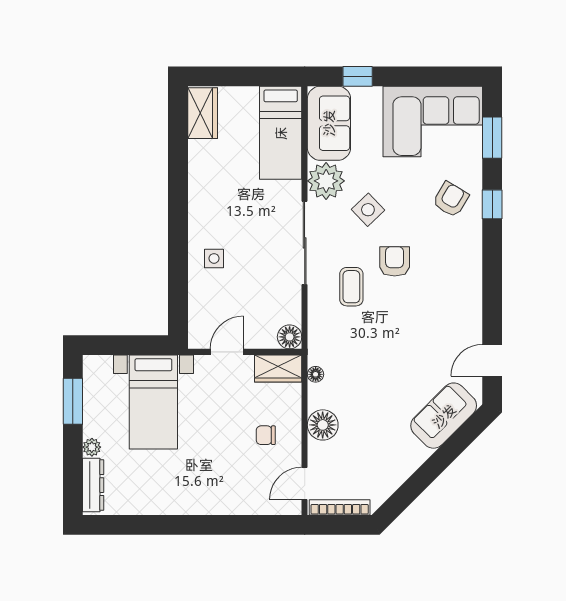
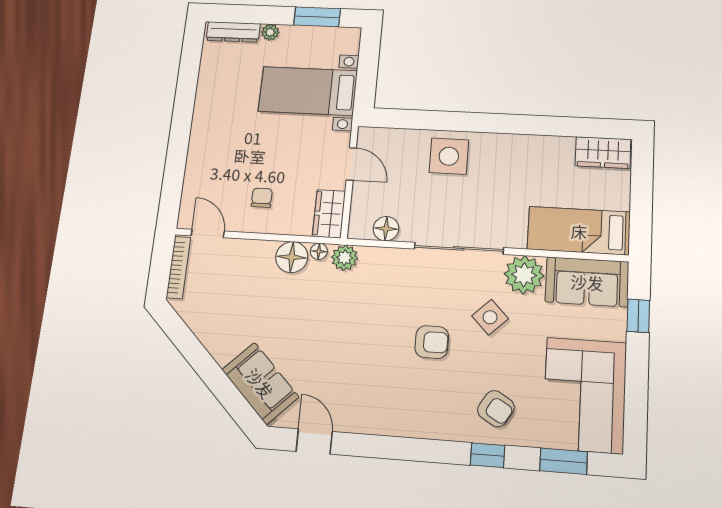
side table: (214, 258) -> (449, 156), width x1.87, depth x1.87
coffee table: (351, 287) -> (408, 294), removed
floor lamp: (290, 337) -> (386, 229), moved
plant: (320, 349) -> (345, 258), added
floor lamp: (323, 425) -> (292, 257), moved

